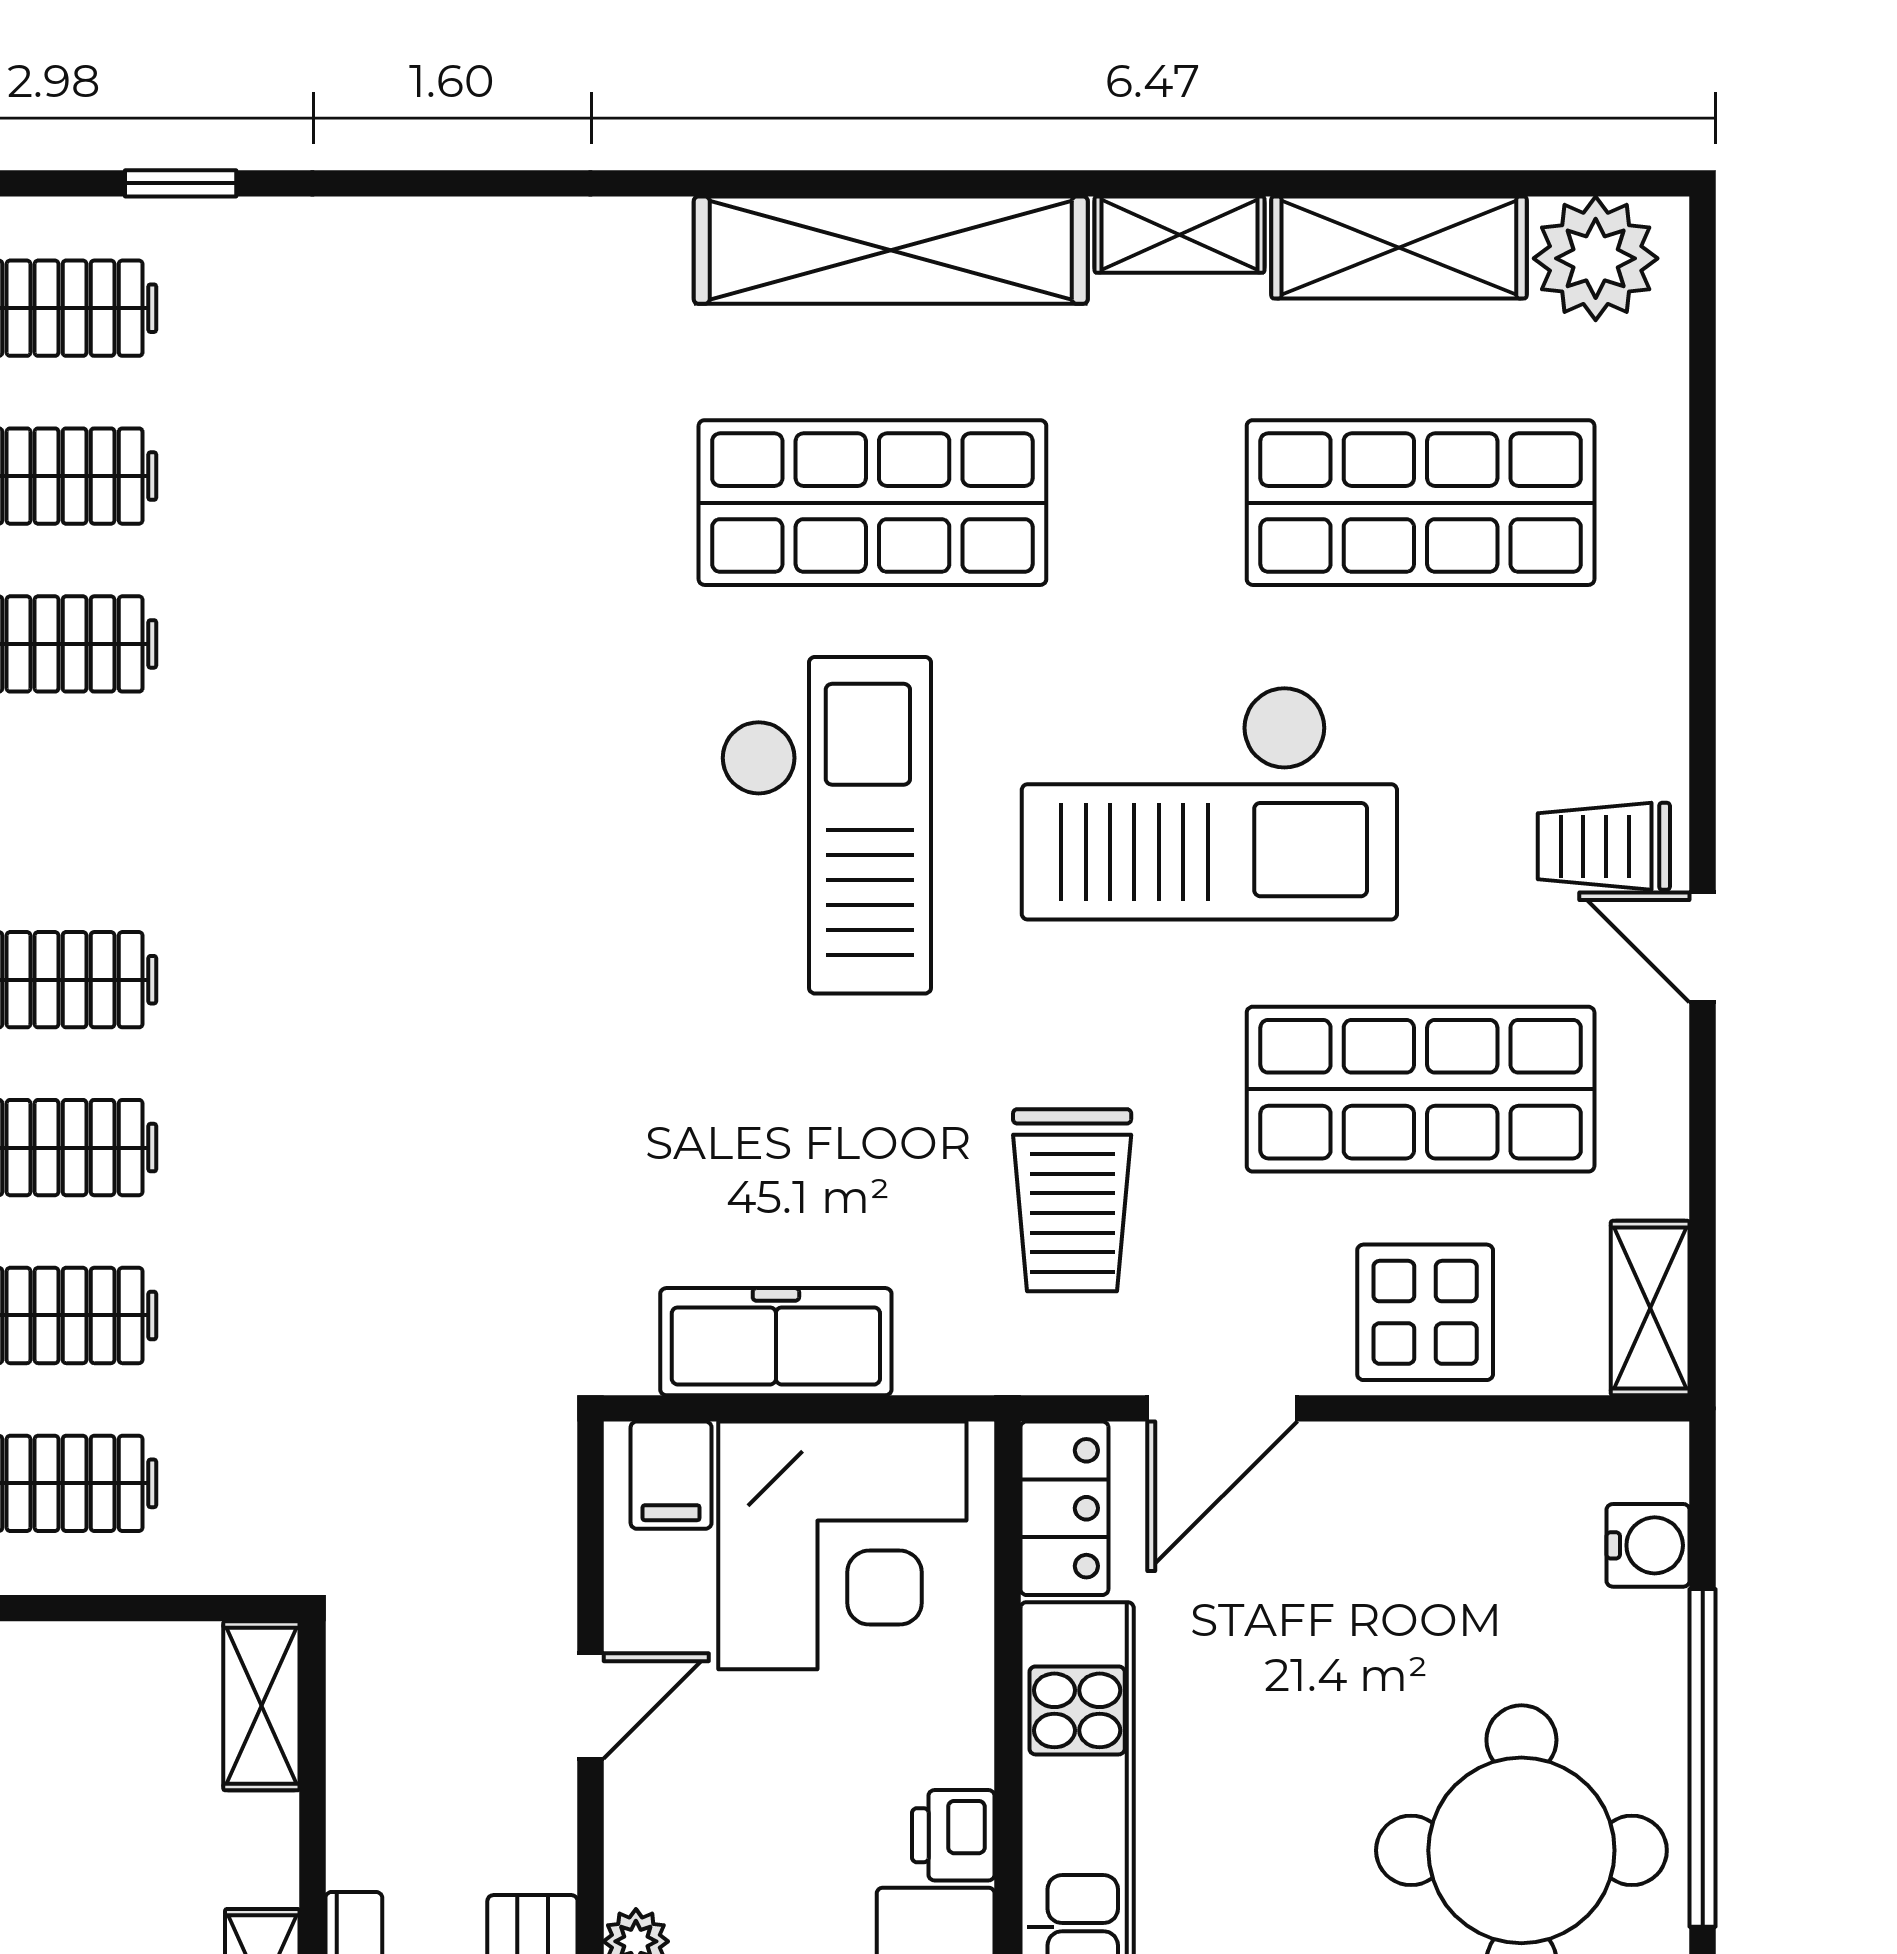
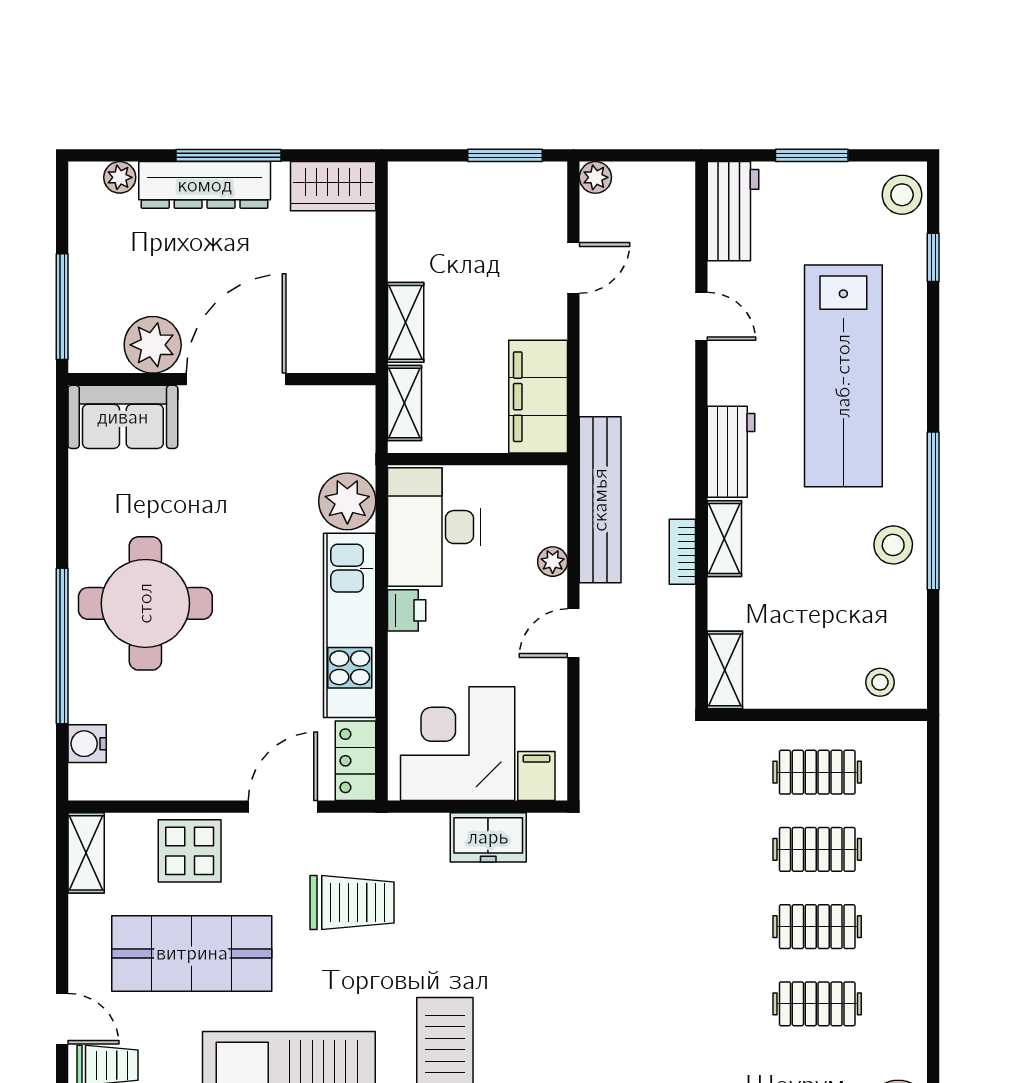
trolley: (1072, 1200) -> (352, 902), turned 90
freezer: (776, 1342) -> (488, 837), width x0.71
door: (590, 1706) -> (573, 633), moved

